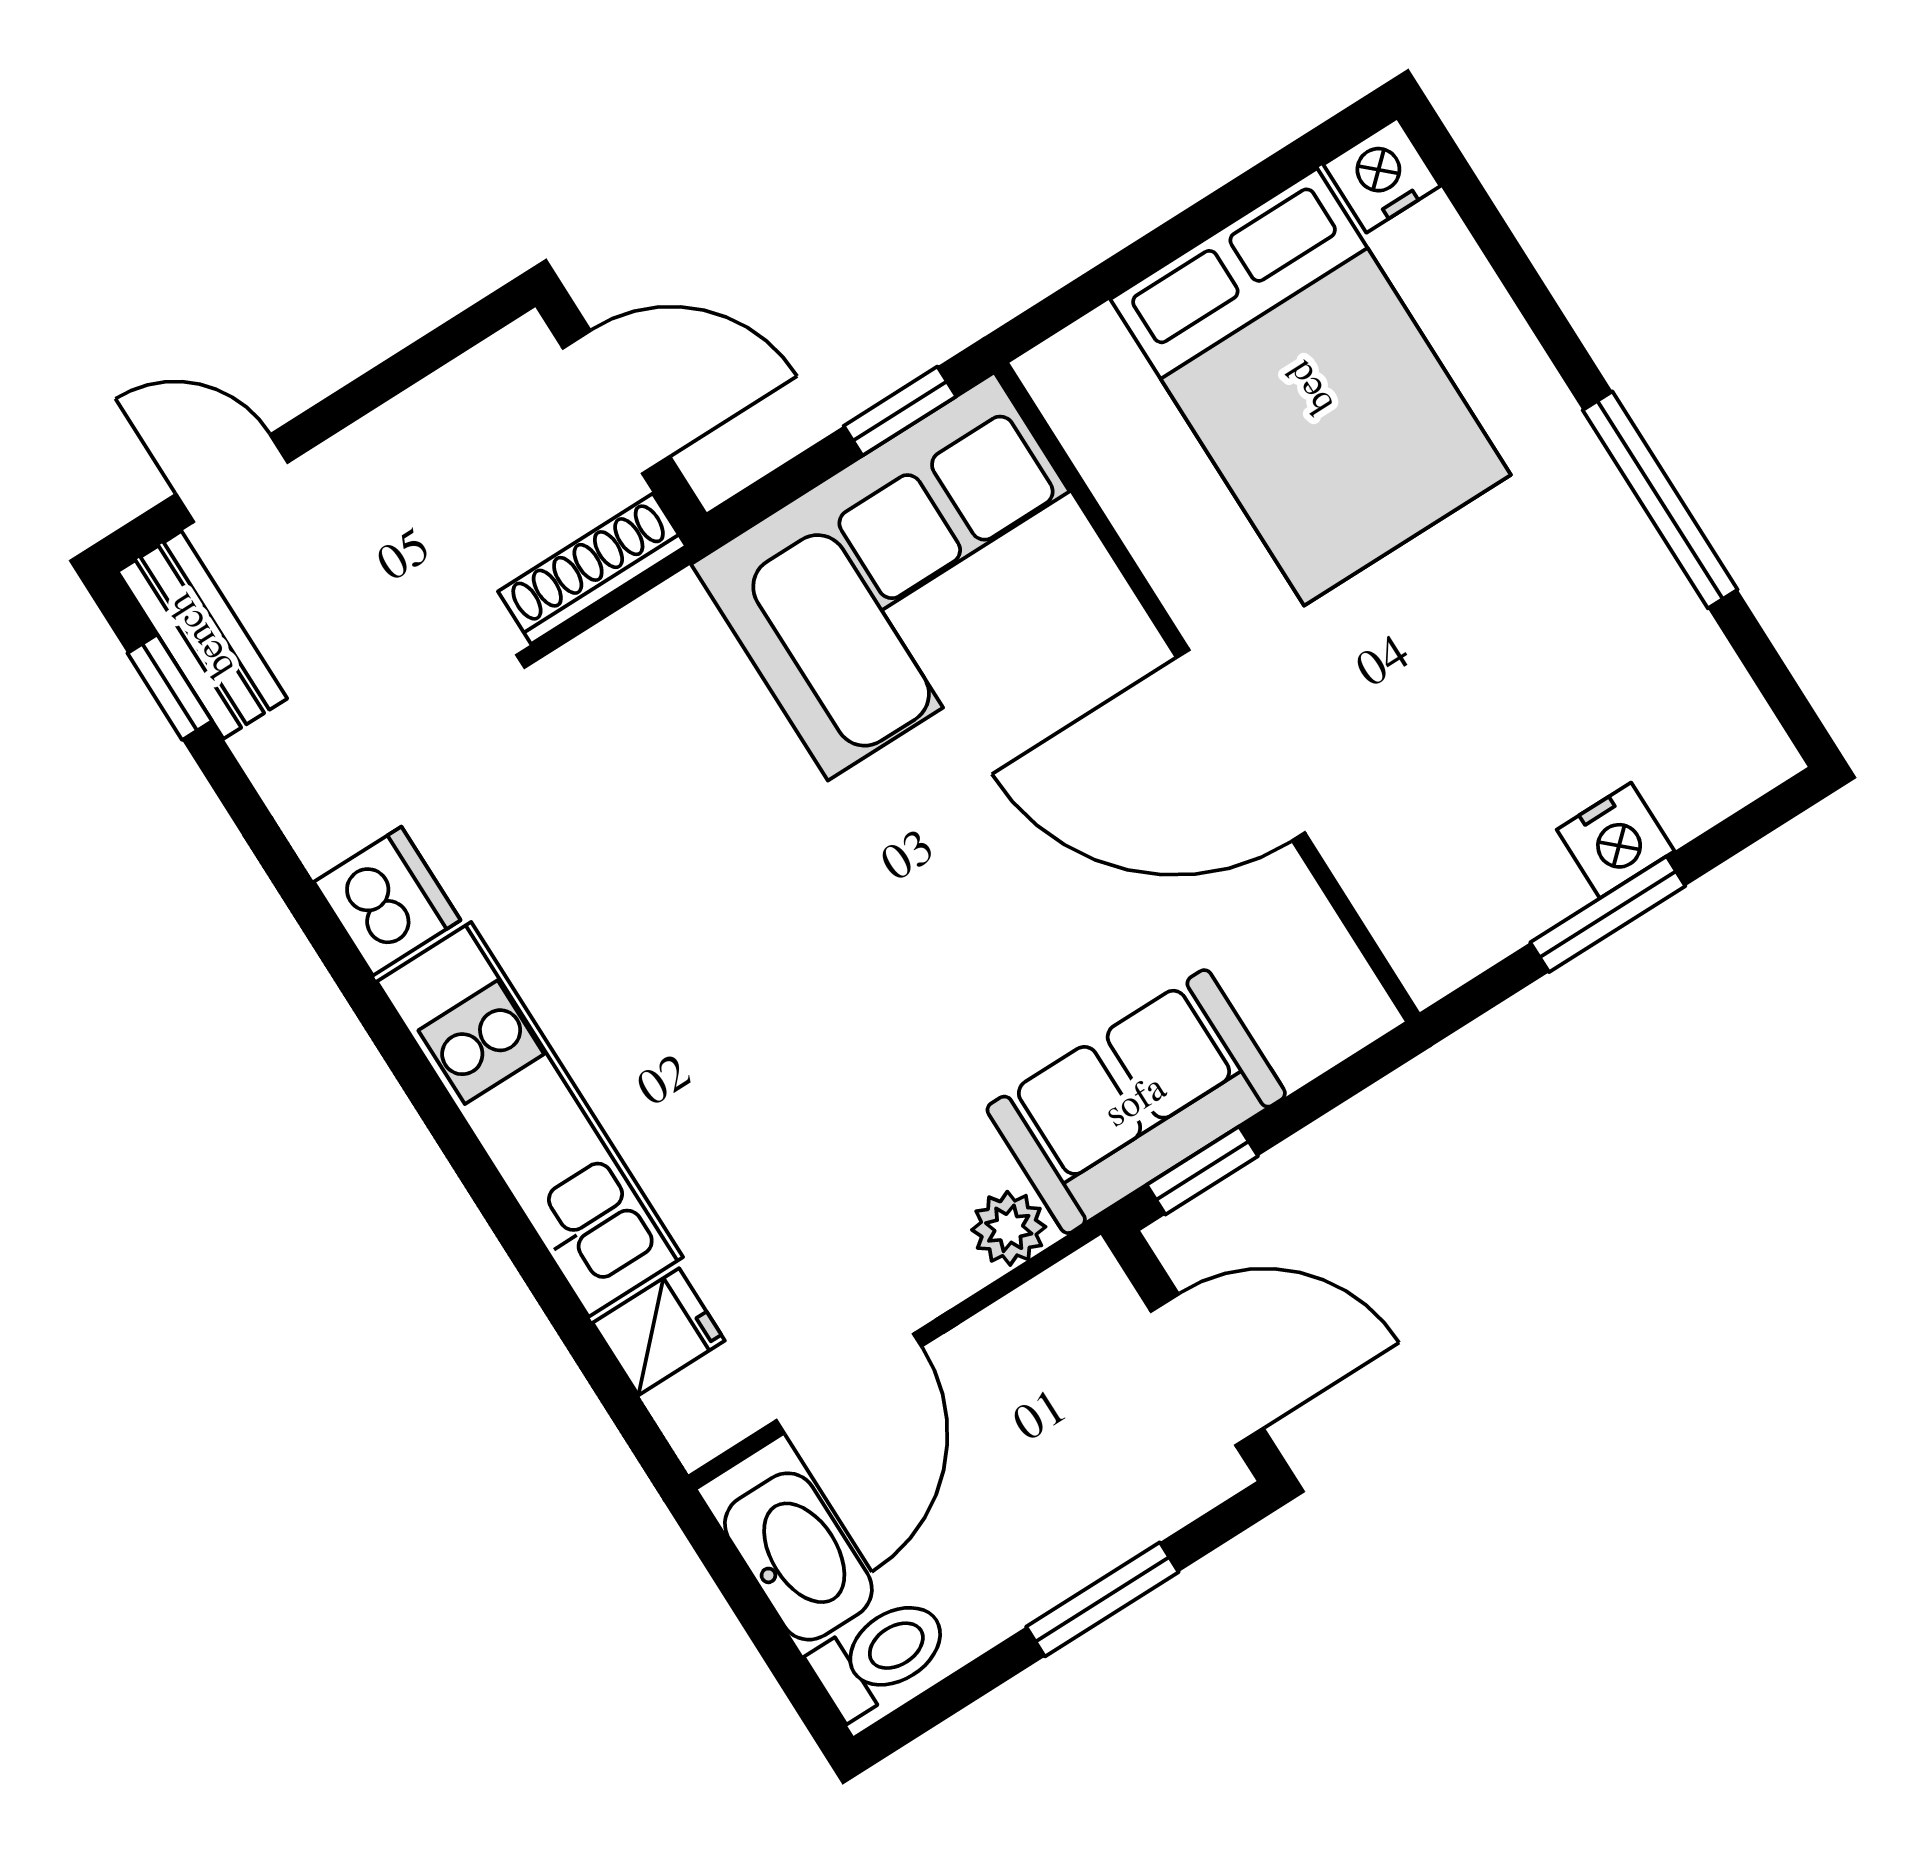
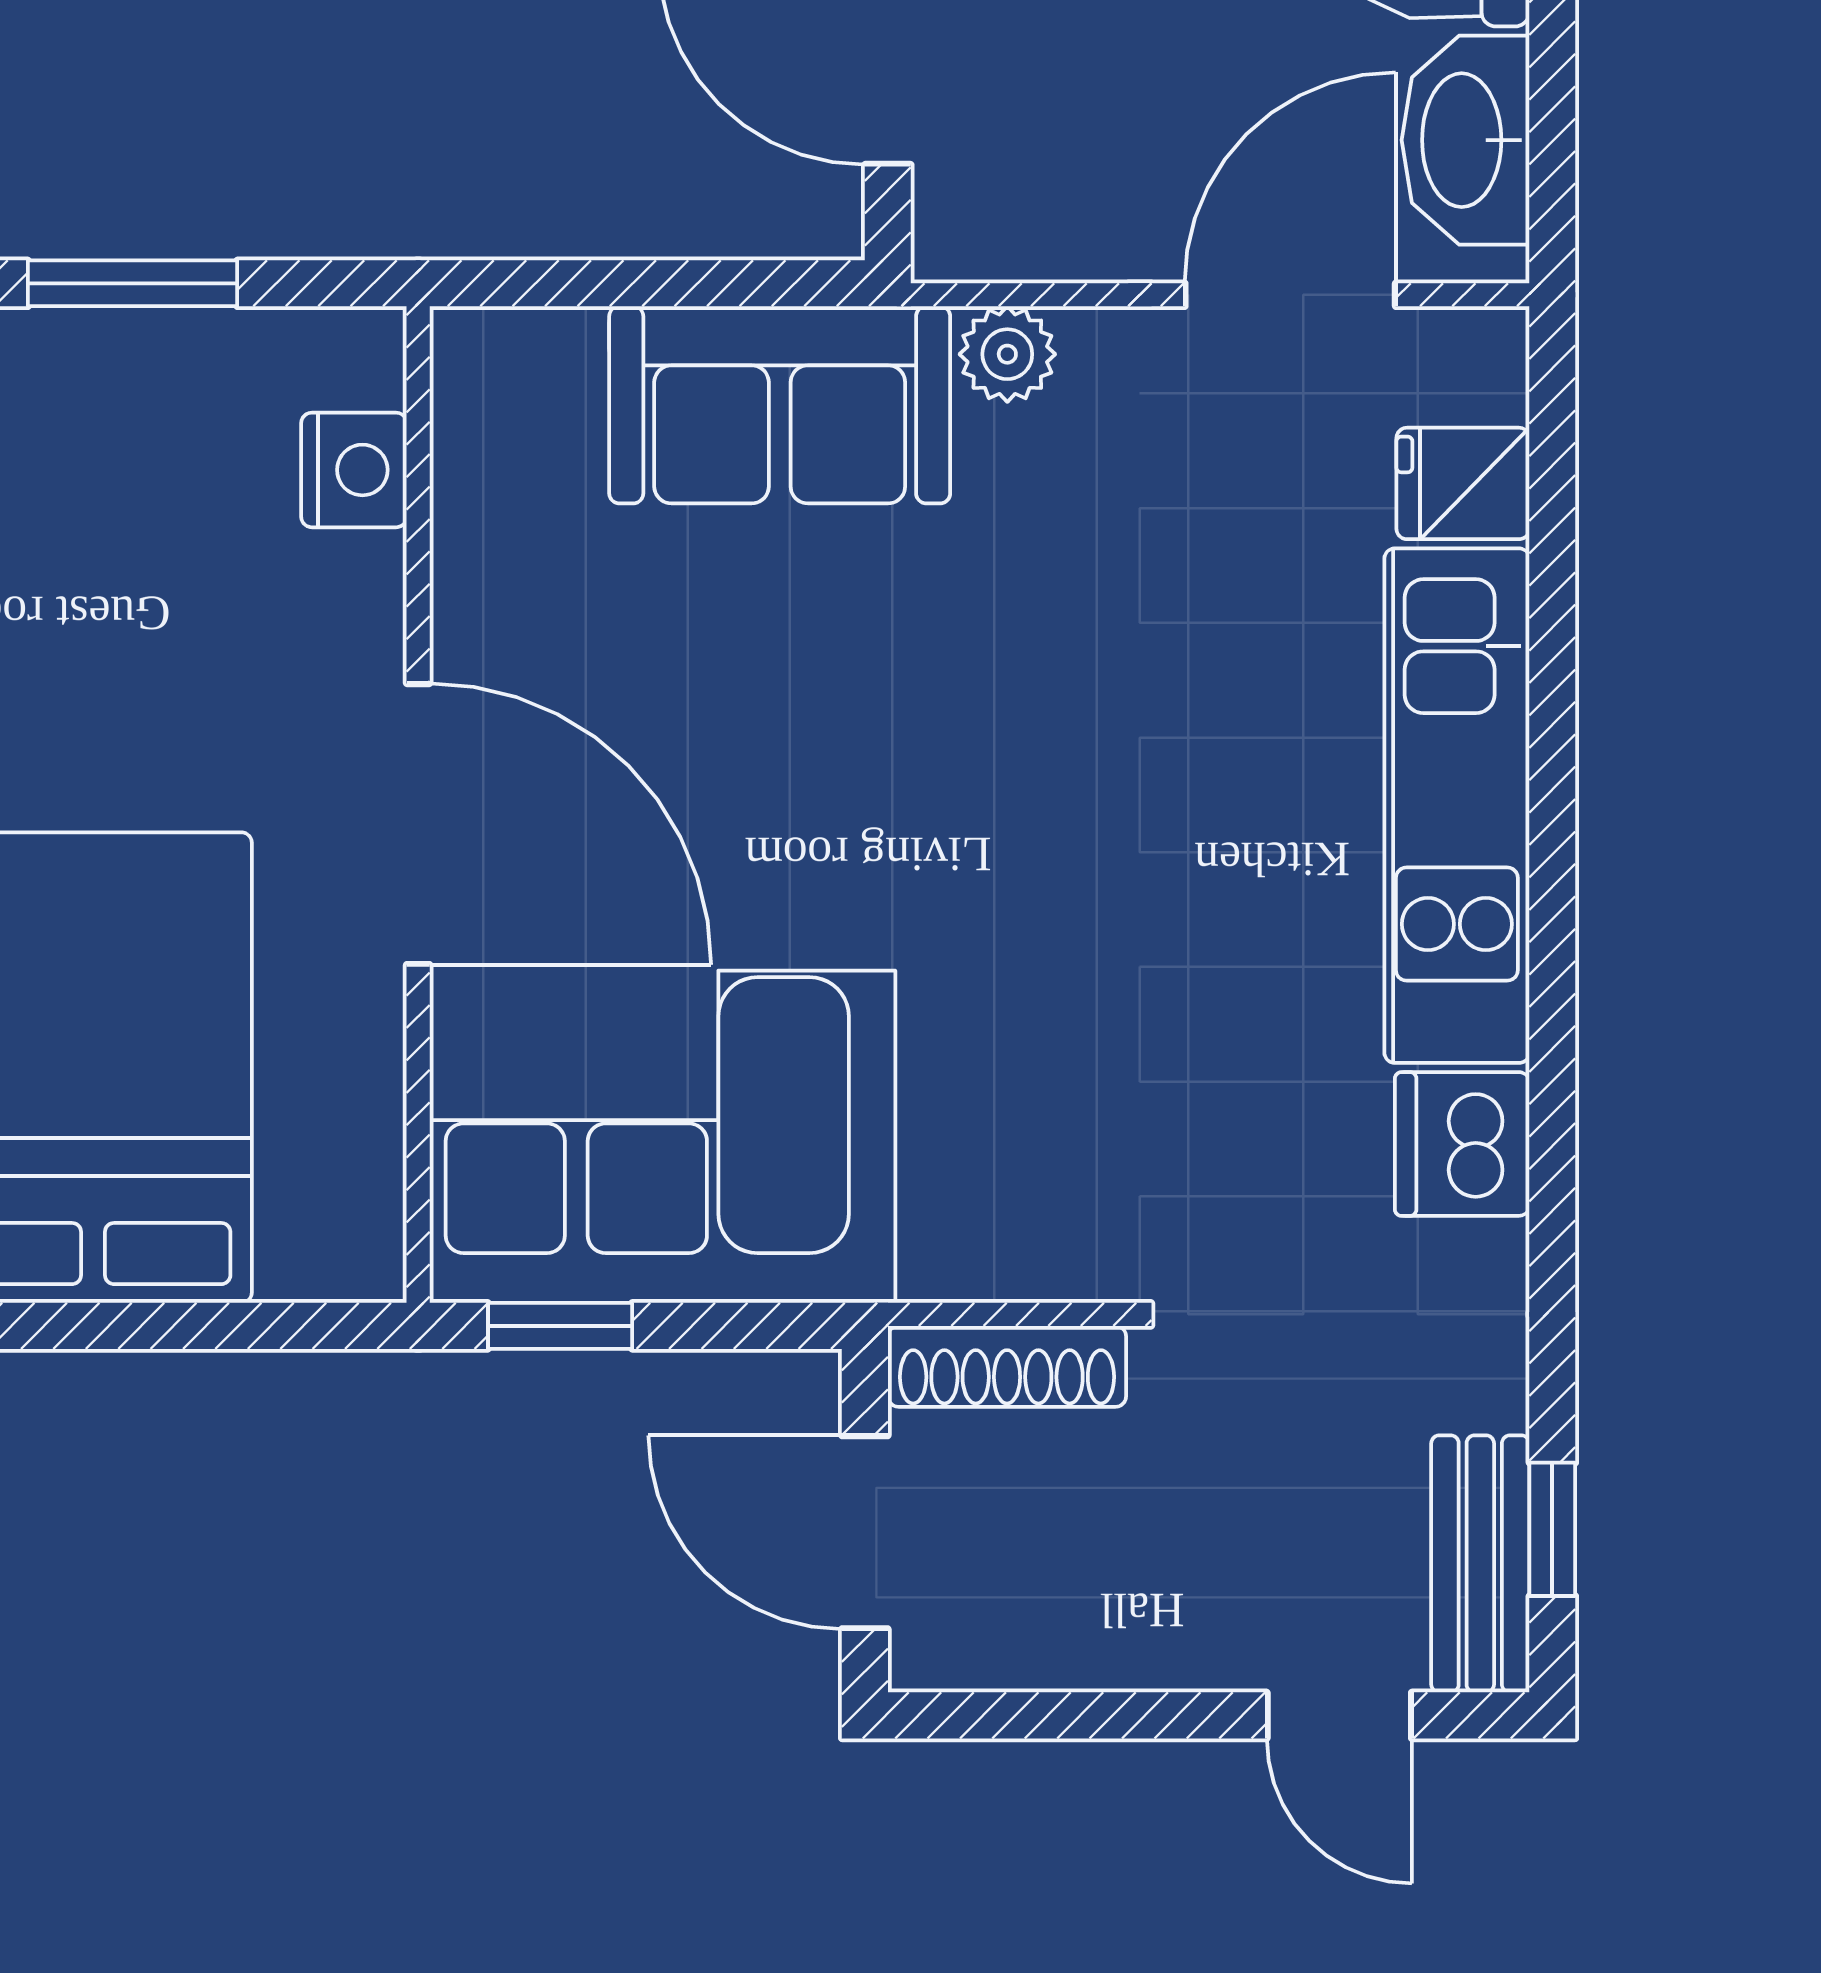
door: (1241, 745) -> (418, 824), moved
nightstand: (1616, 840) -> (354, 470), moved, turned 90
window: (1202, 1171) -> (755, 283), removed

